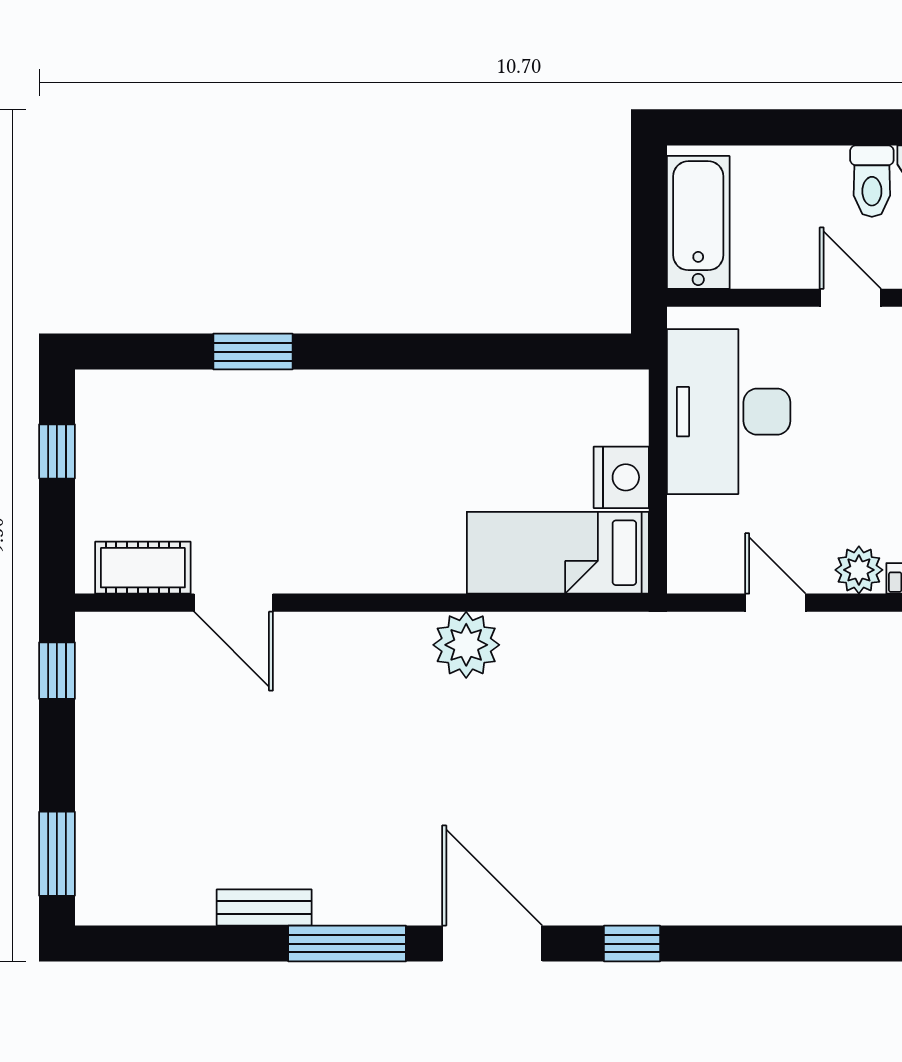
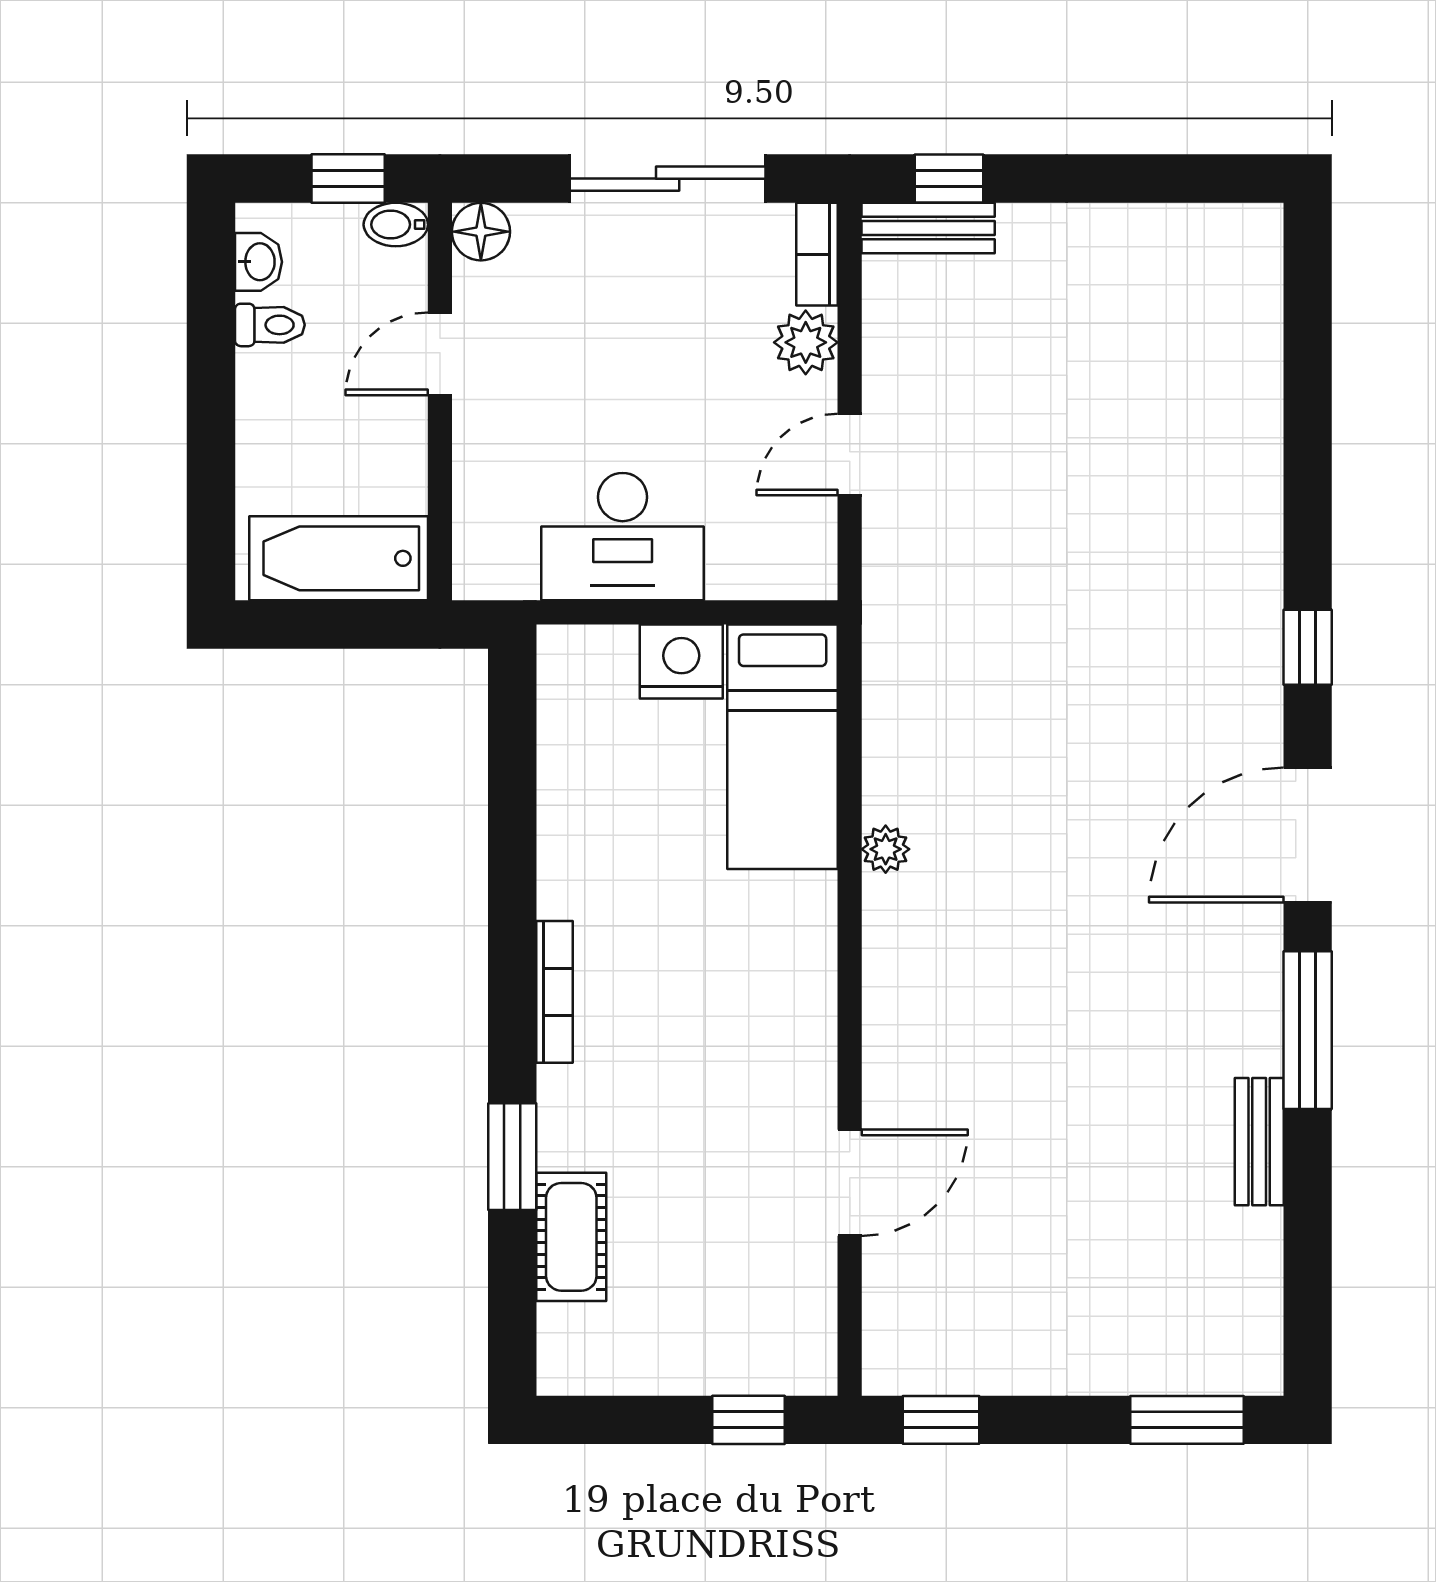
toilet: (872, 181) -> (270, 325), width x0.73, depth x0.72
bookcase: (376, 383) -> (554, 992), added
desk: (729, 412) -> (623, 537), width x0.73, depth x0.77
window: (57, 451) -> (749, 1420), moved
cot: (143, 568) -> (571, 1237), moved
plant: (466, 645) -> (886, 849), width x0.53, depth x0.53

